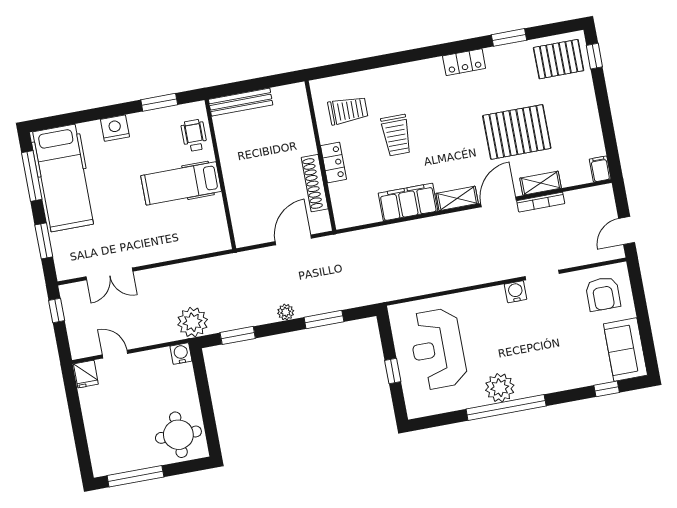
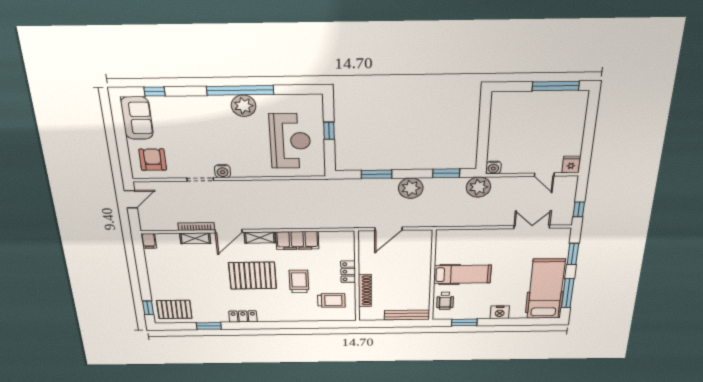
trolley: (348, 110) -> (331, 300), turned 180
pallet: (517, 132) -> (253, 276), moved
shoe rack: (315, 183) -> (365, 291), moved
plant: (286, 312) -> (411, 188), width x1.88, depth x1.88
round table: (178, 435) -> (512, 111), removed

